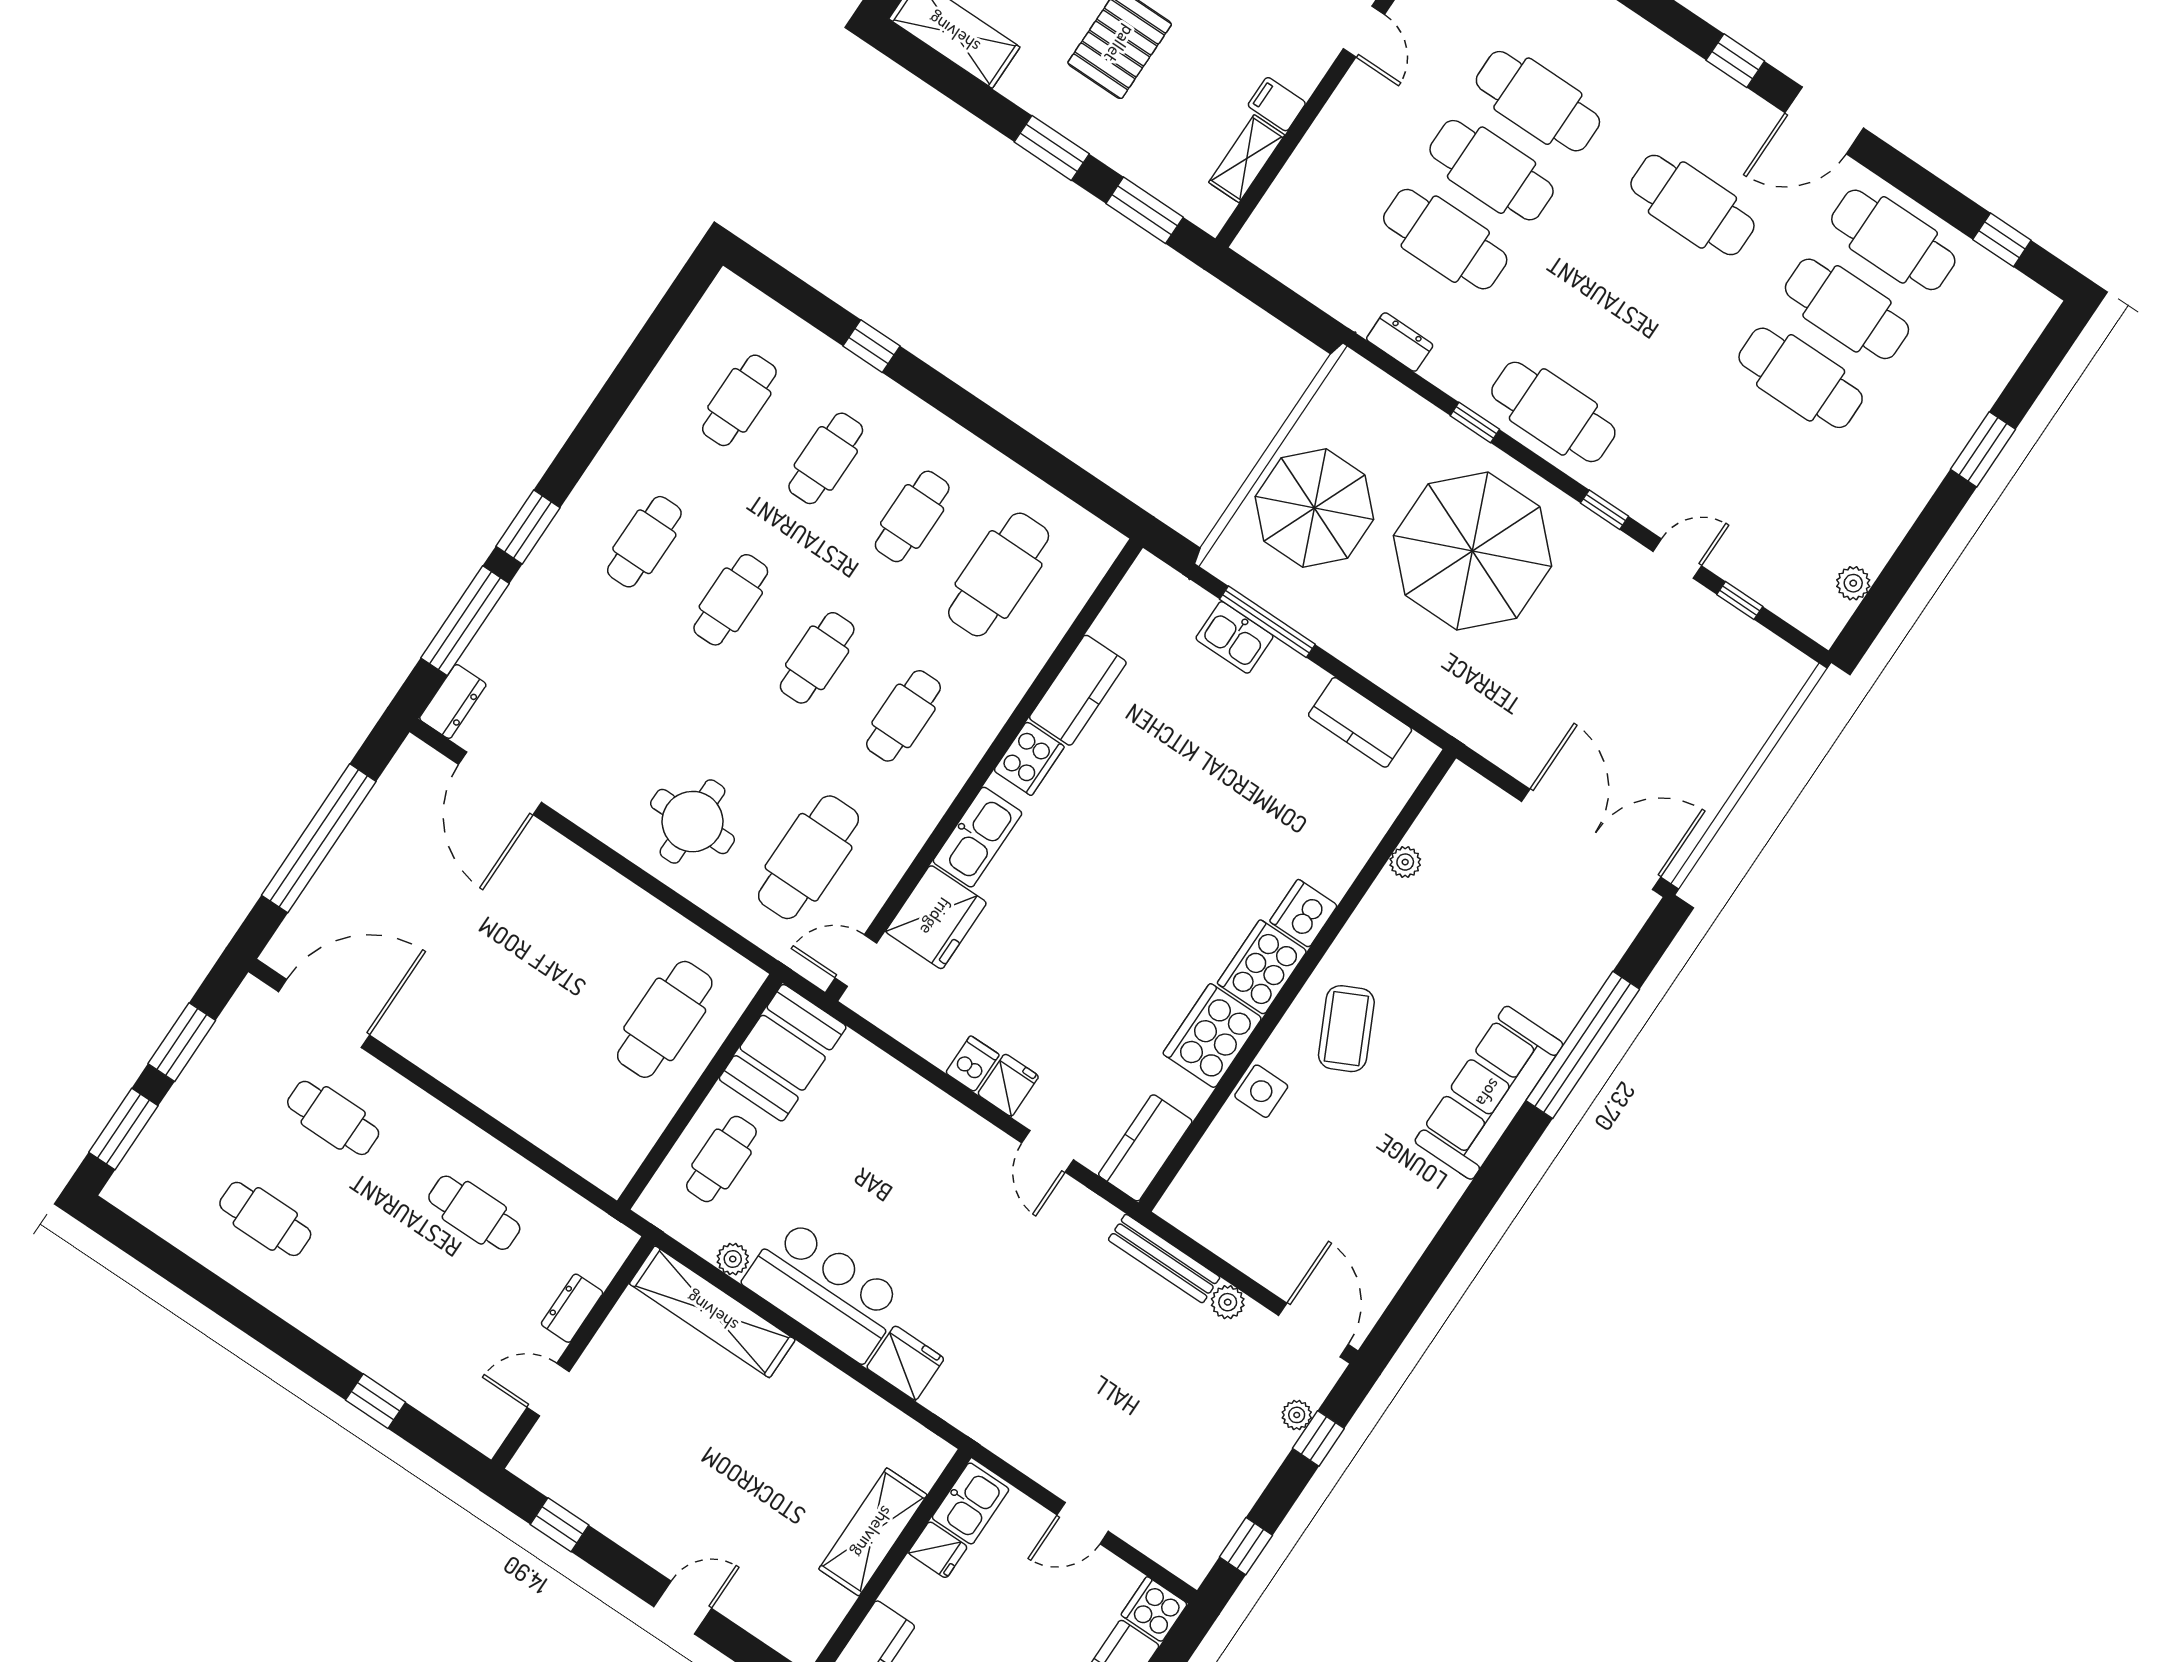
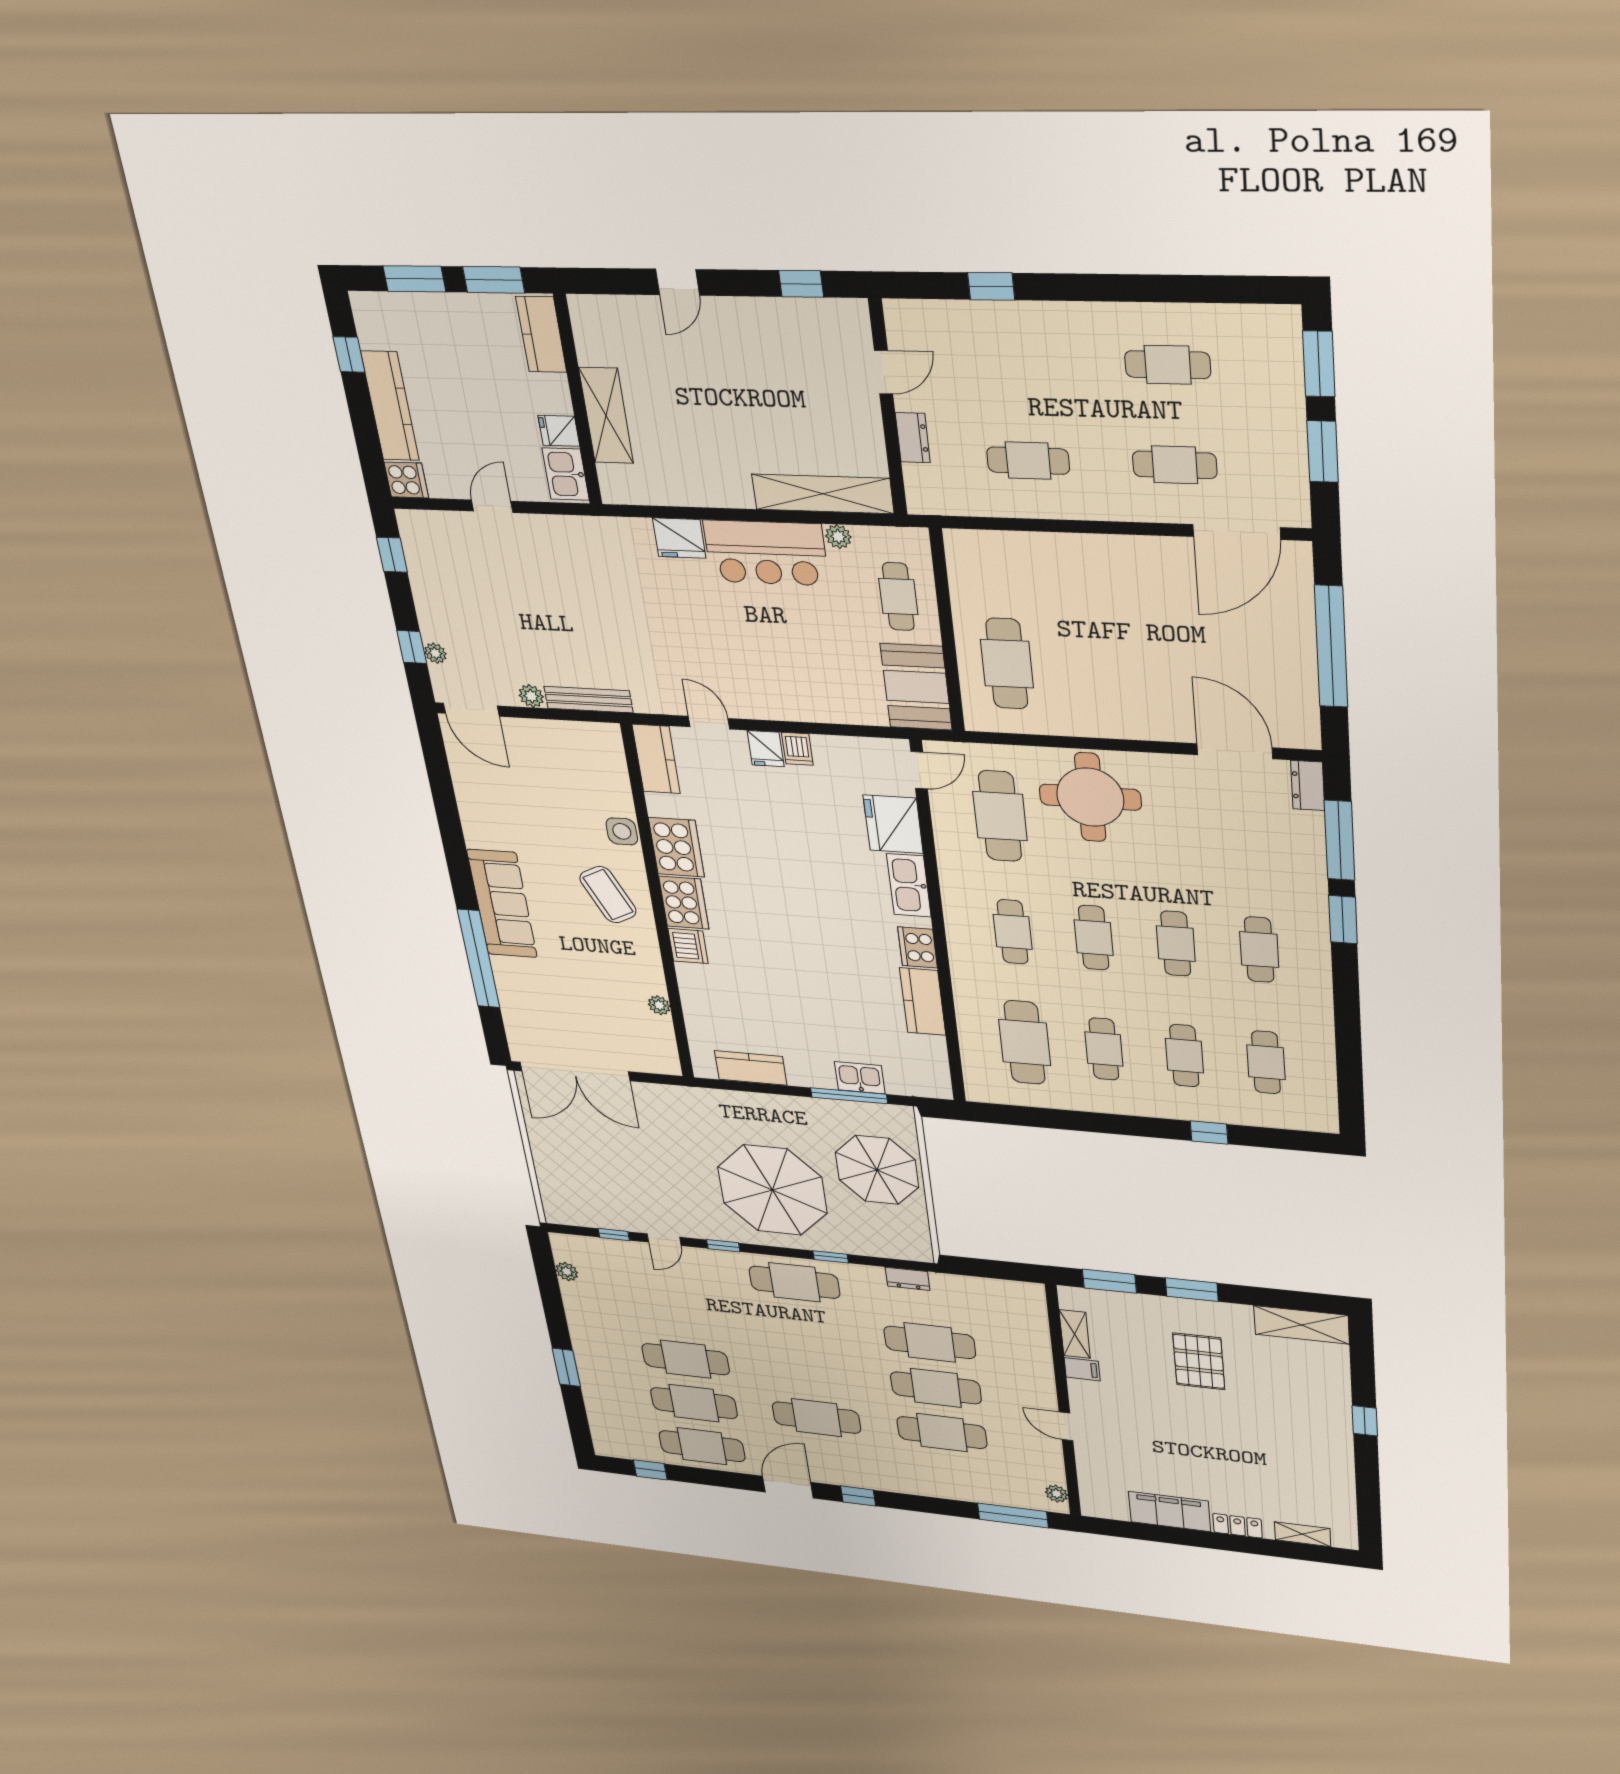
round table: (693, 822) -> (1090, 797), width x1.36, depth x1.36

